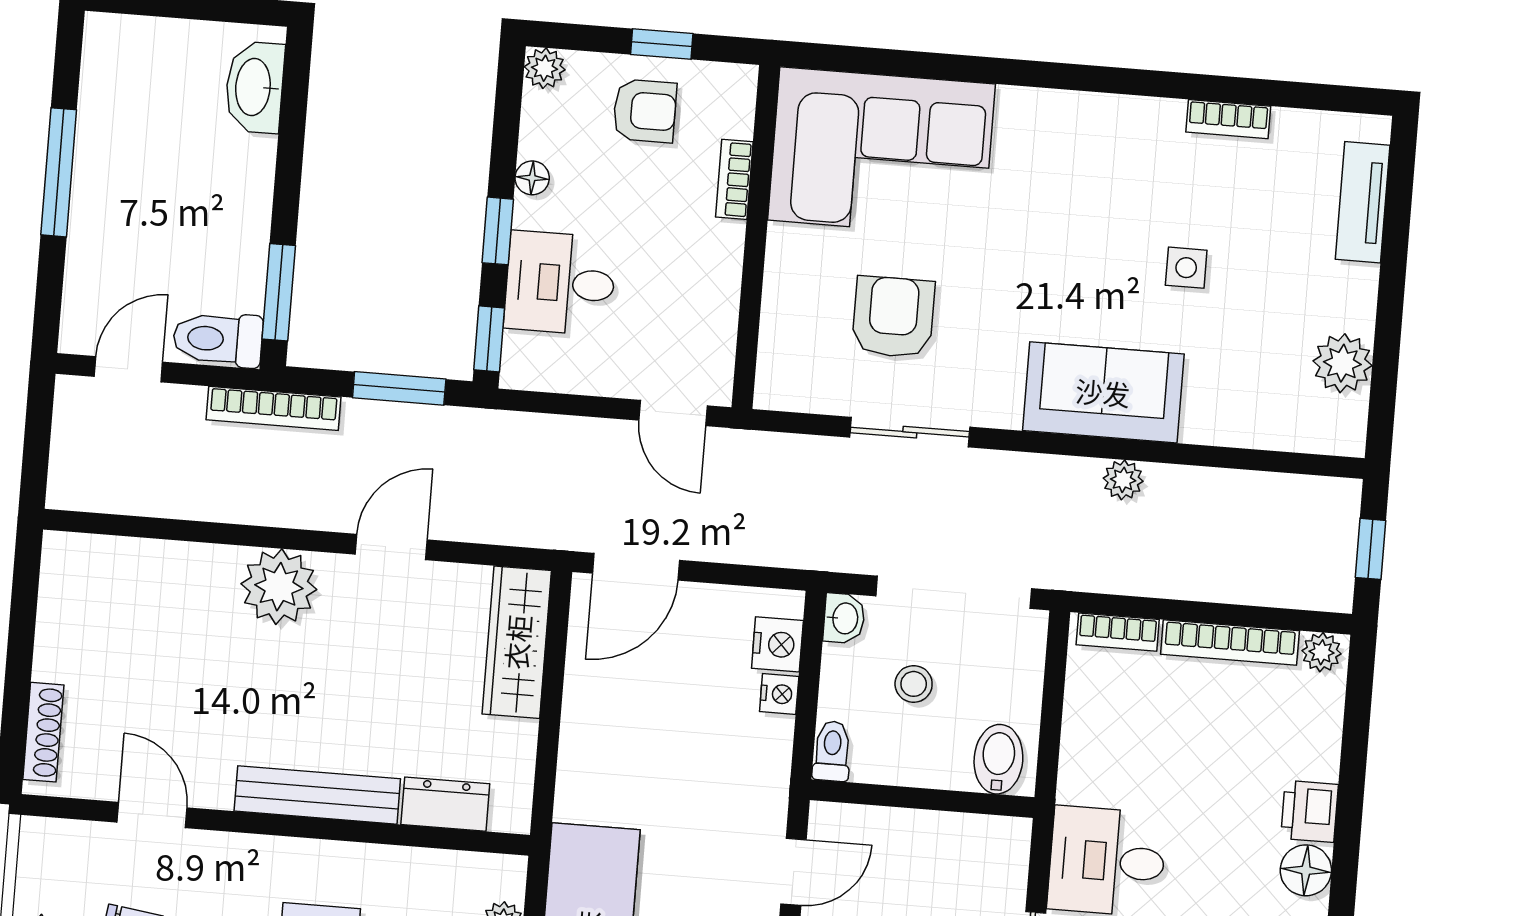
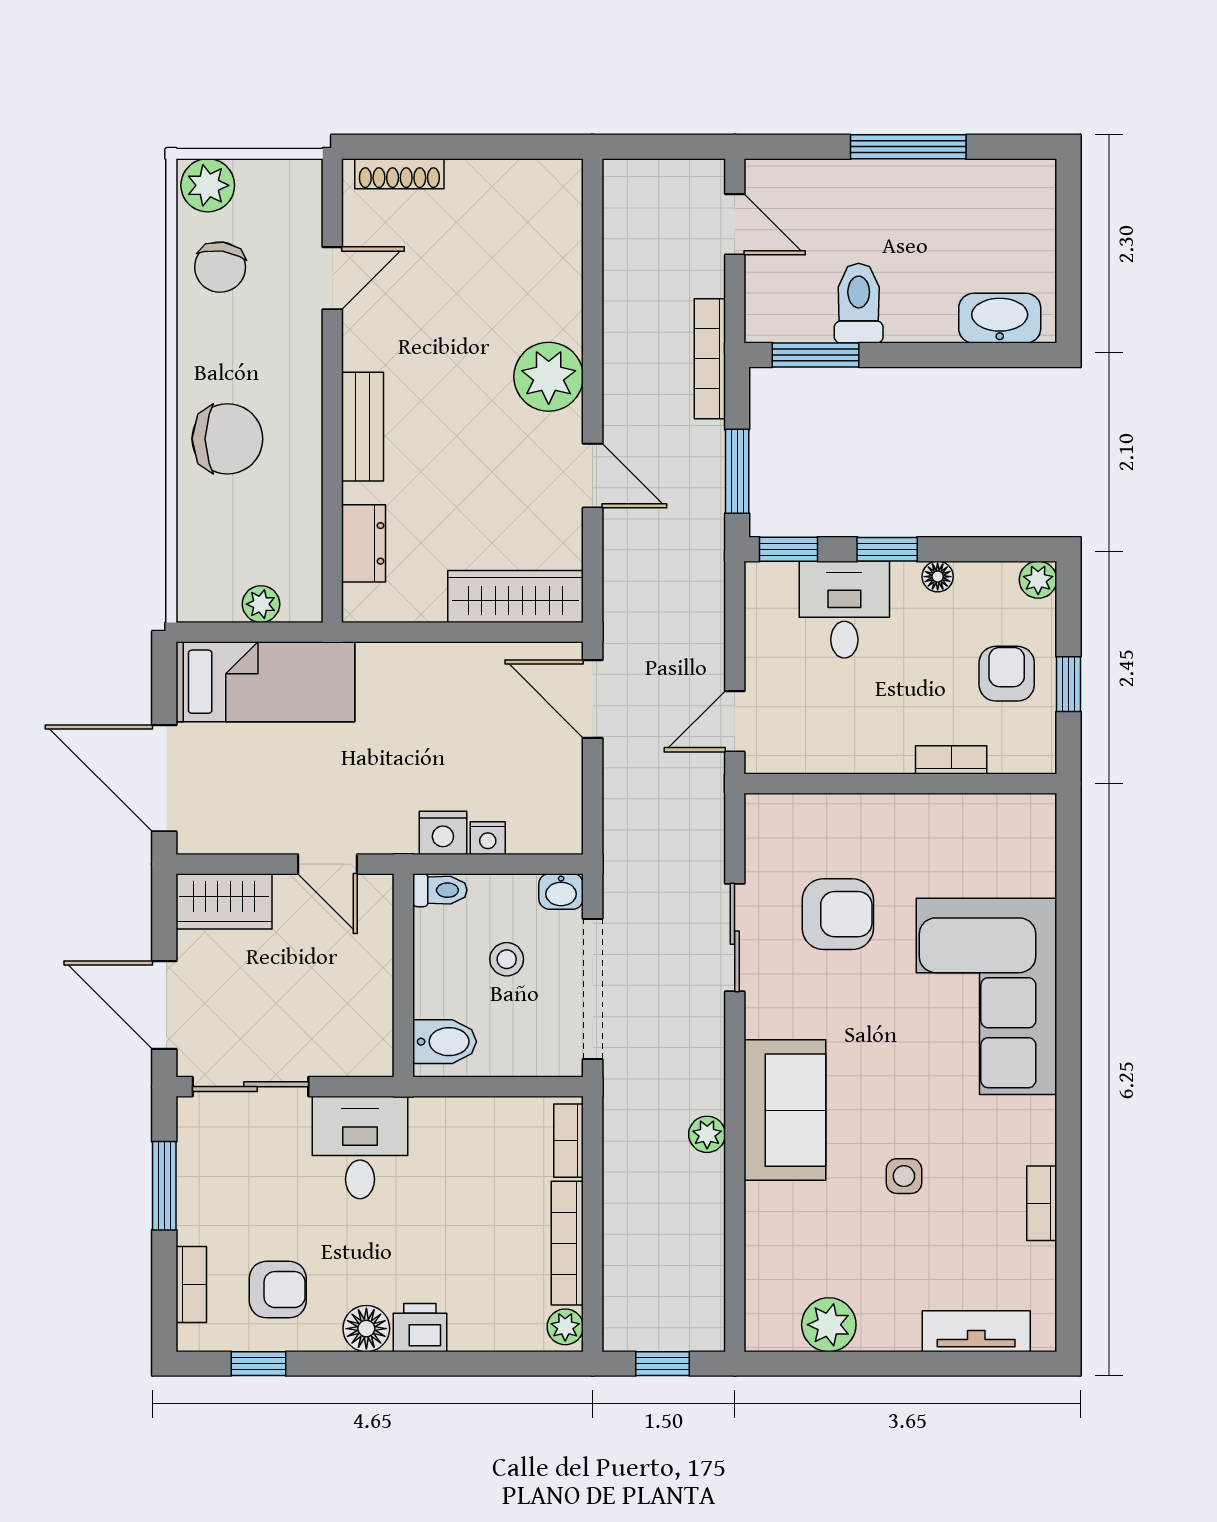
armchair: (645, 111) -> (1007, 674), turned 180
corner sofa: (881, 152) -> (987, 996), moved
toilet: (218, 339) -> (859, 303), moved
nightstand: (777, 644) -> (443, 833), moved
bench: (317, 795) -> (363, 427), width x0.73

